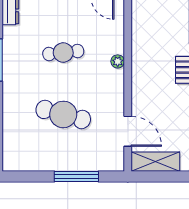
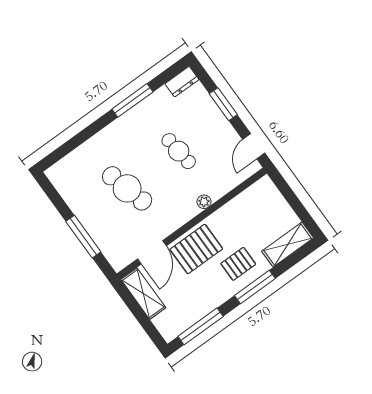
pallet: (151, 94) -> (196, 249), added
cafe table: (63, 114) -> (127, 188), turned -30

